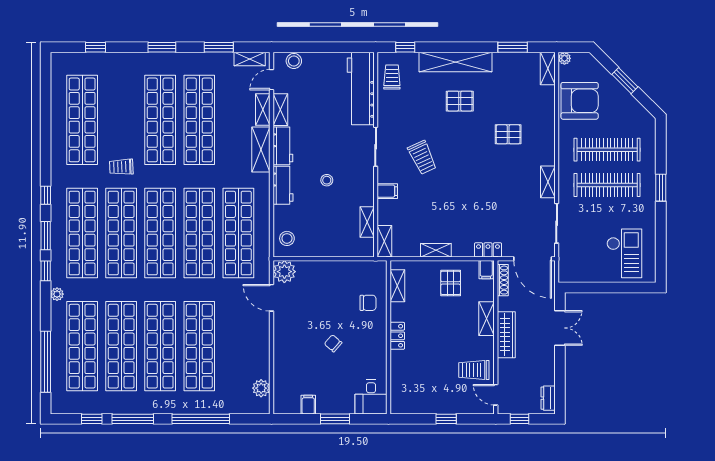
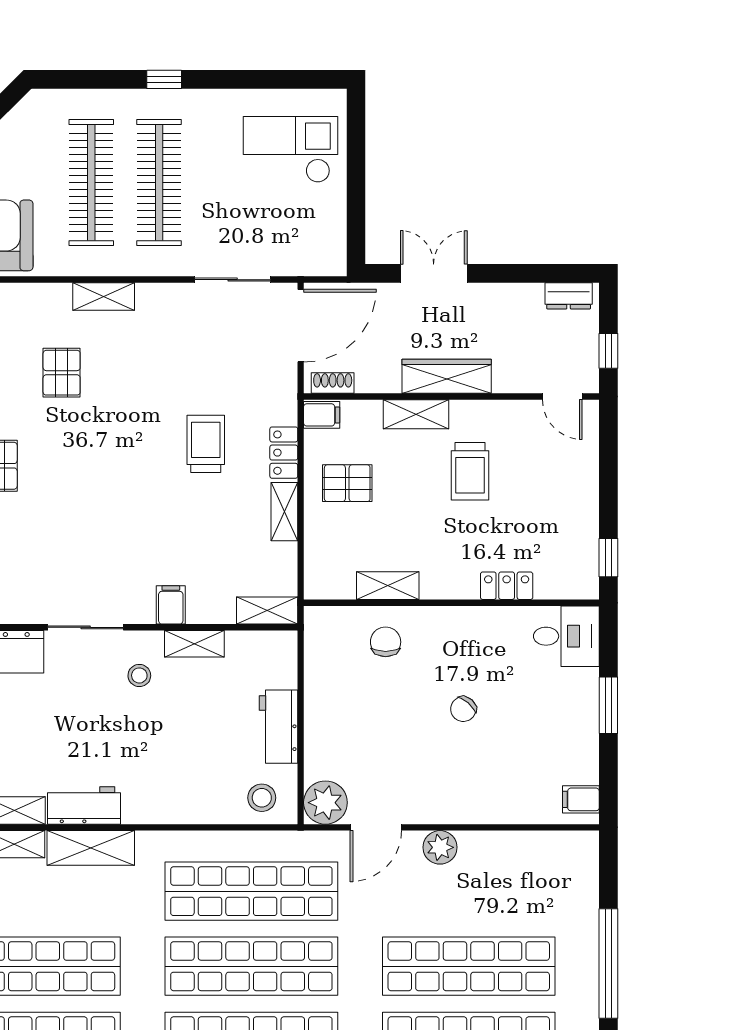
trolley: (422, 157) -> (206, 444), moved, turned -65
stool: (327, 180) -> (139, 675), moved
shelving: (548, 182) -> (104, 296), moved
workbench: (283, 185) -> (279, 727), moved, turned -90
window: (661, 188) -> (164, 79), width x0.67
shelving: (367, 222) -> (194, 644), moved
locker: (488, 250) -> (284, 453), moved
shoe rack: (503, 280) -> (333, 383), width x0.70
shelving: (397, 286) -> (388, 586), moved
locker: (397, 336) -> (507, 586), moved
trolley: (474, 370) -> (470, 471), moved
plant: (261, 388) -> (440, 847), moved
door: (496, 395) -> (562, 396), hinge flipped
filing cabinet: (308, 405) -> (581, 799), moved
window: (446, 419) -> (608, 558), moved

